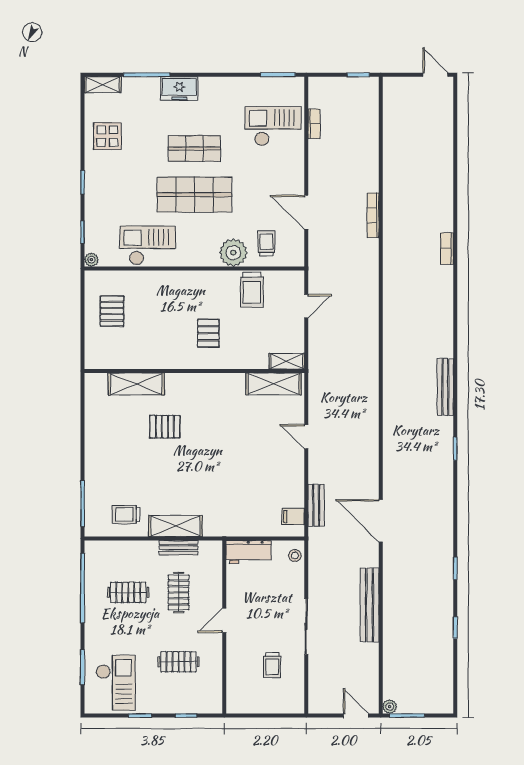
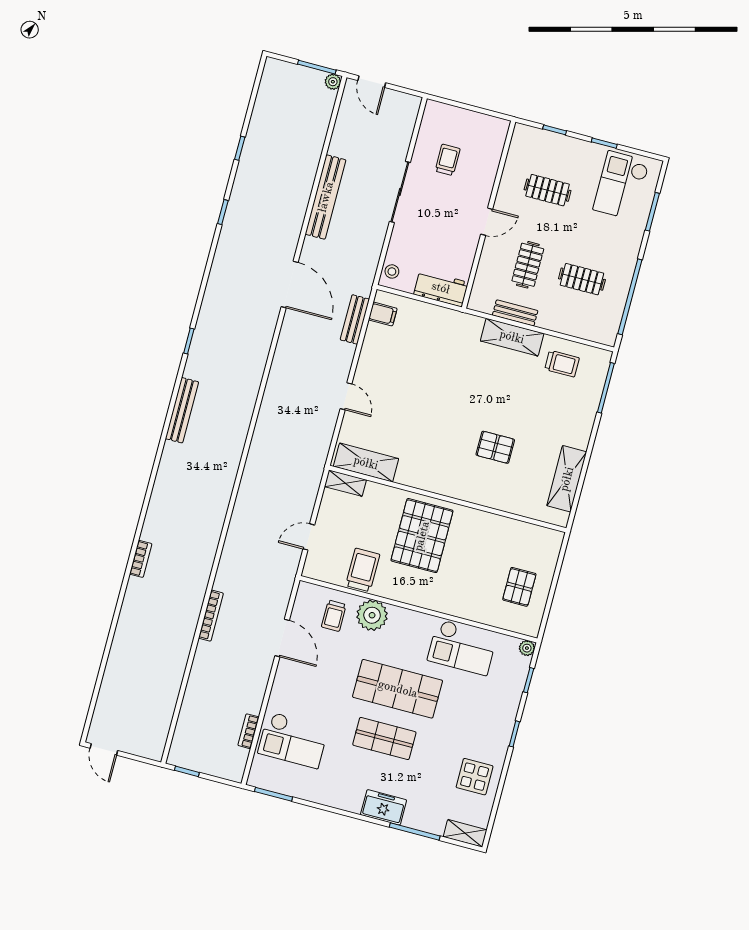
pallet: (208, 333) -> (422, 536), width x2.05, depth x2.00
shelving: (136, 384) -> (567, 479), moved, turned 90

